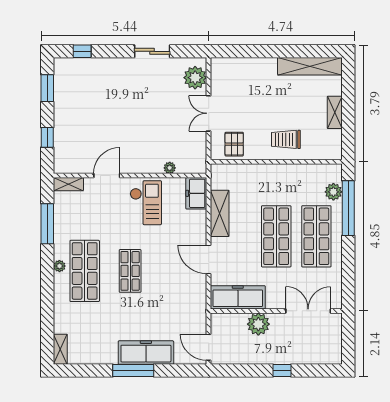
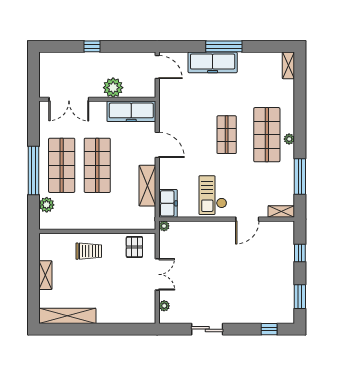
plant: (195, 78) -> (164, 306), width x0.53, depth x0.53
plant: (170, 168) -> (164, 226), moved
window: (348, 208) -> (34, 170), moved

